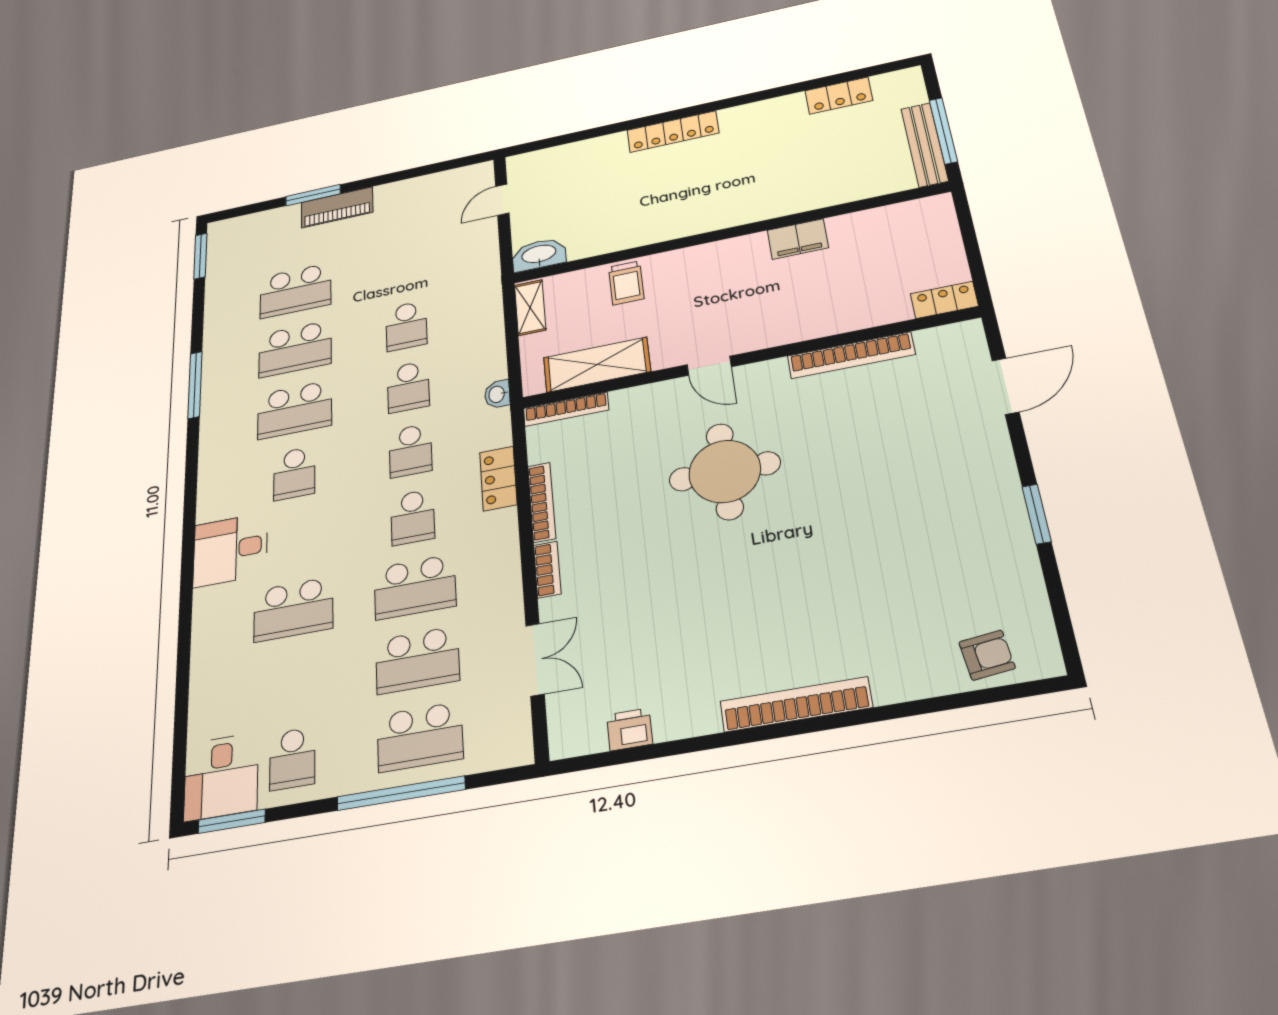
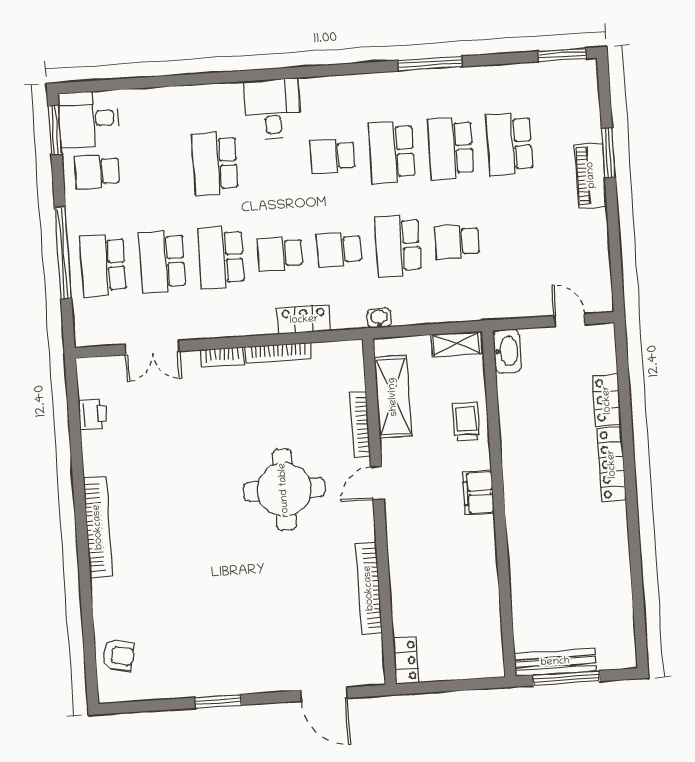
locker: (839, 96) -> (607, 400), moved
filing cabinet: (798, 239) -> (478, 493), moved
trolley: (626, 283) -> (466, 422), turned 90
school desk: (408, 387) -> (398, 246), width x1.85
bookcase: (566, 409) -> (360, 425), moved
armchair: (987, 655) -> (118, 655), turned -71

